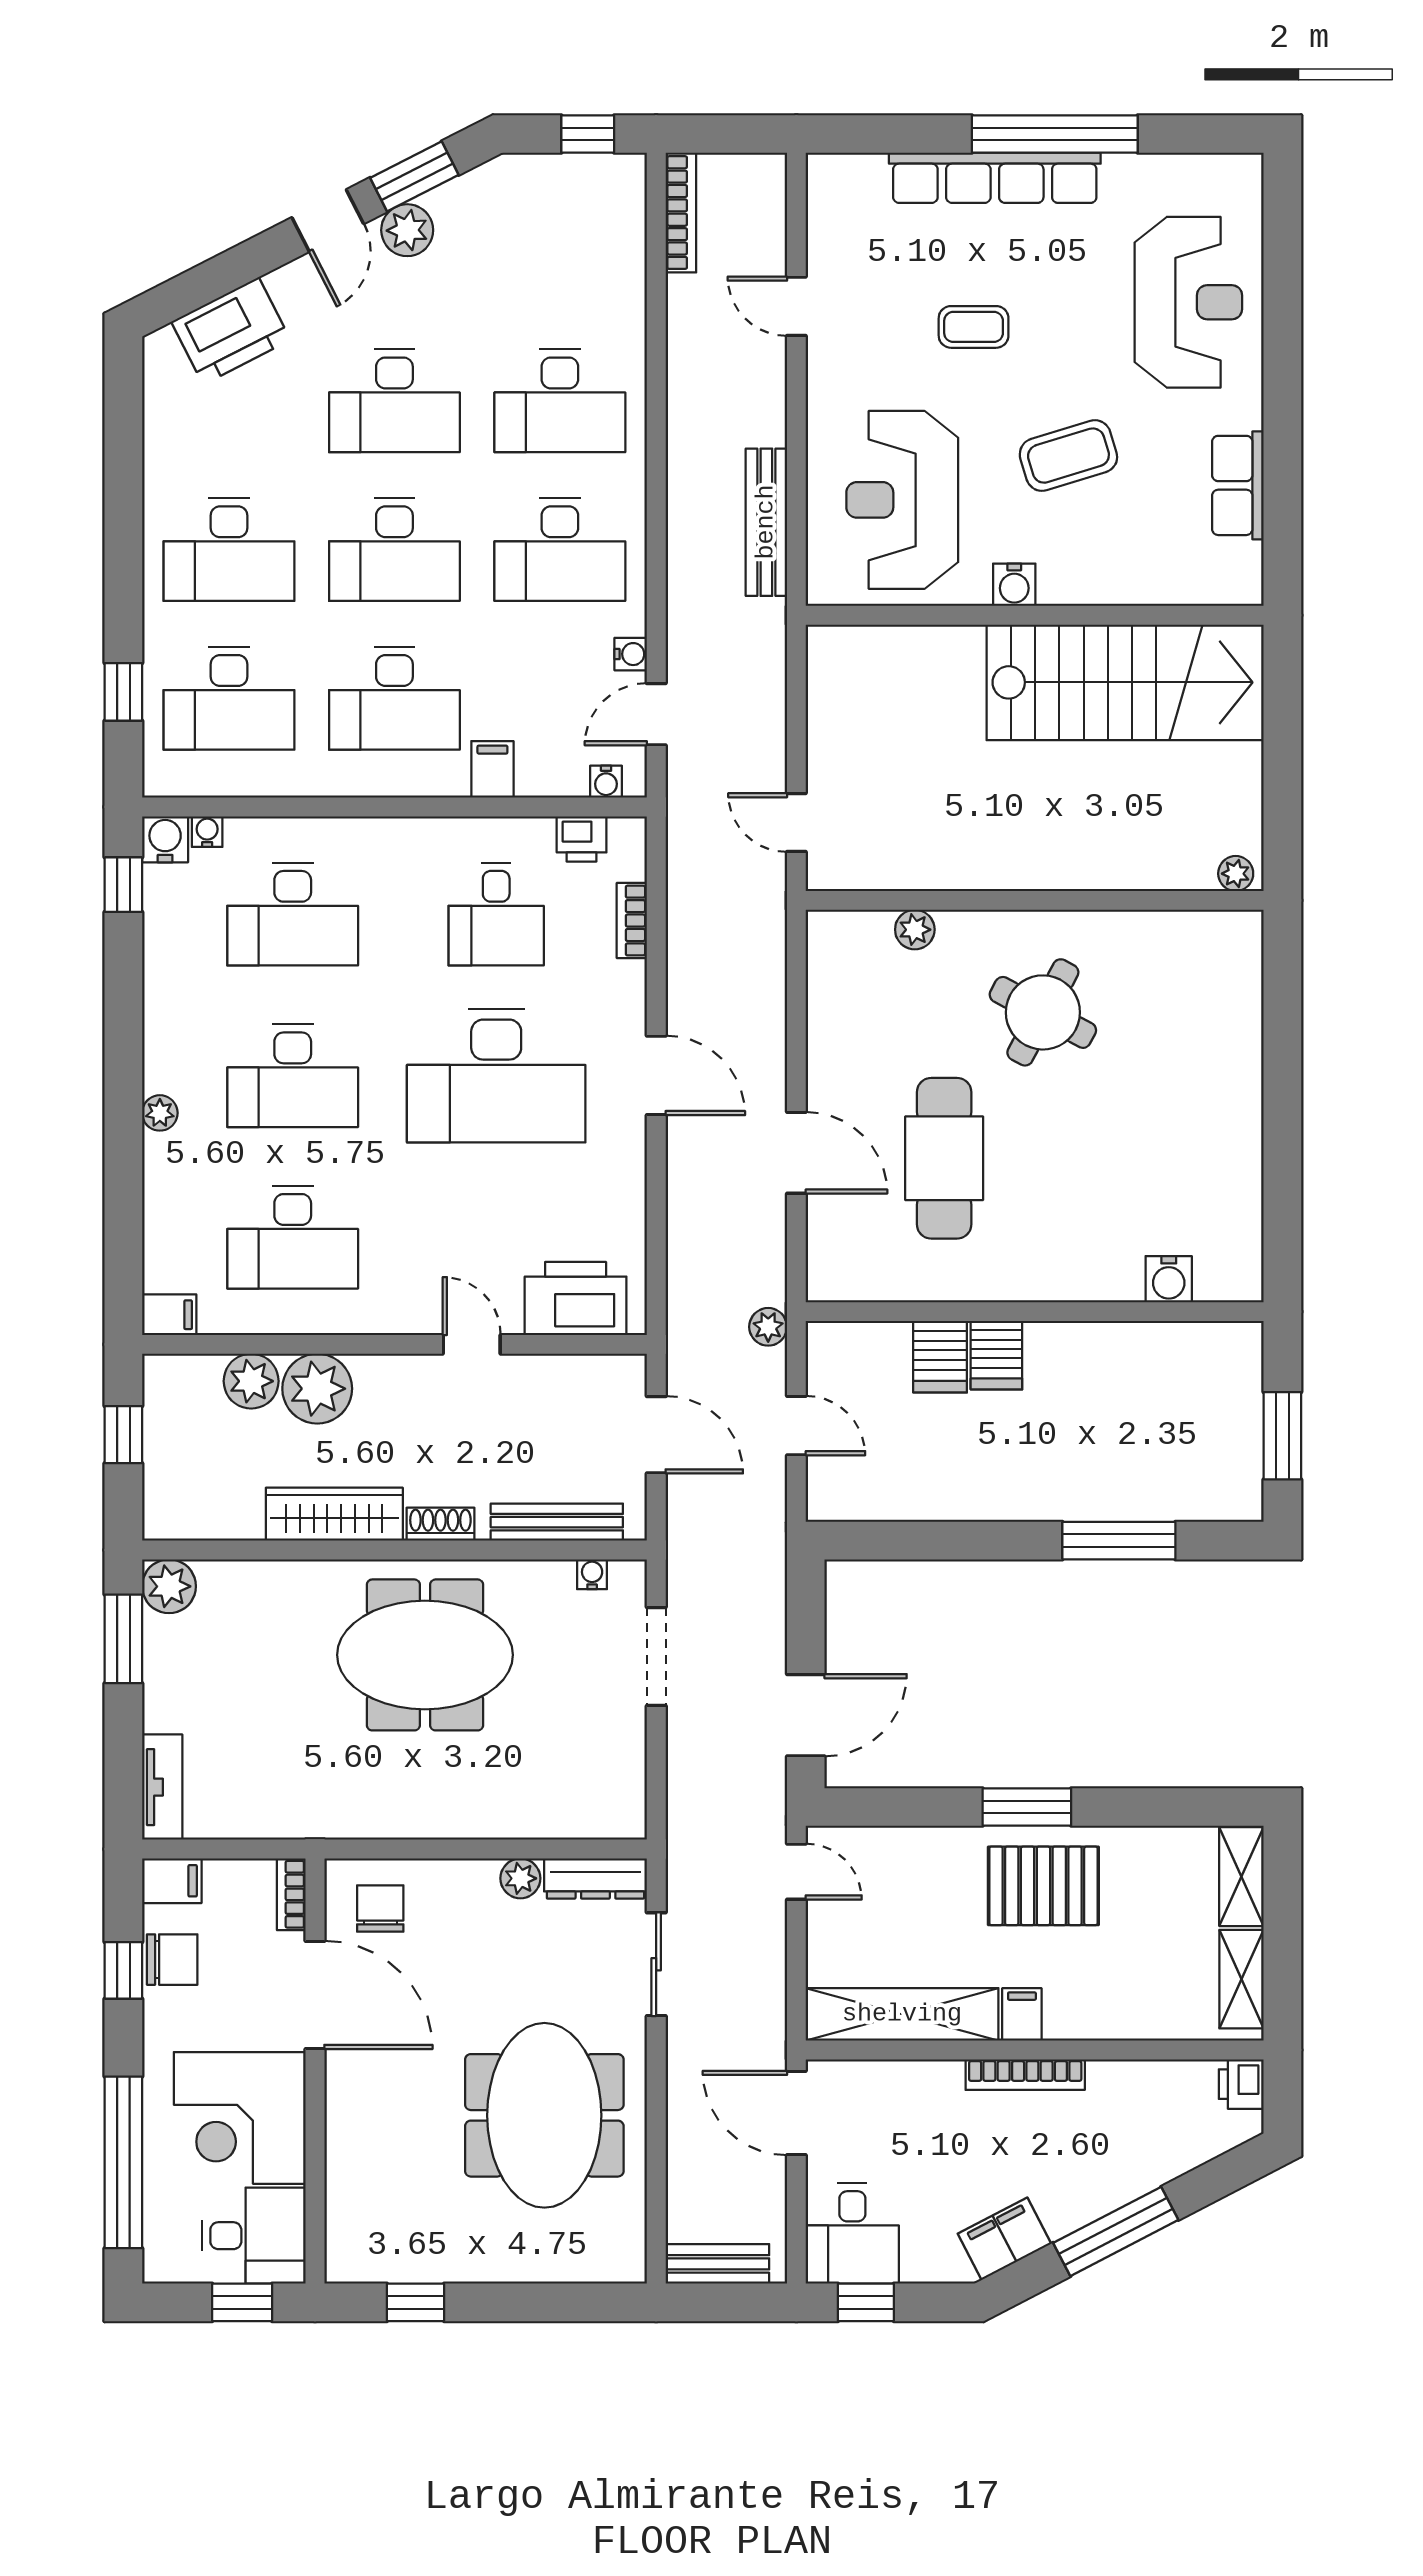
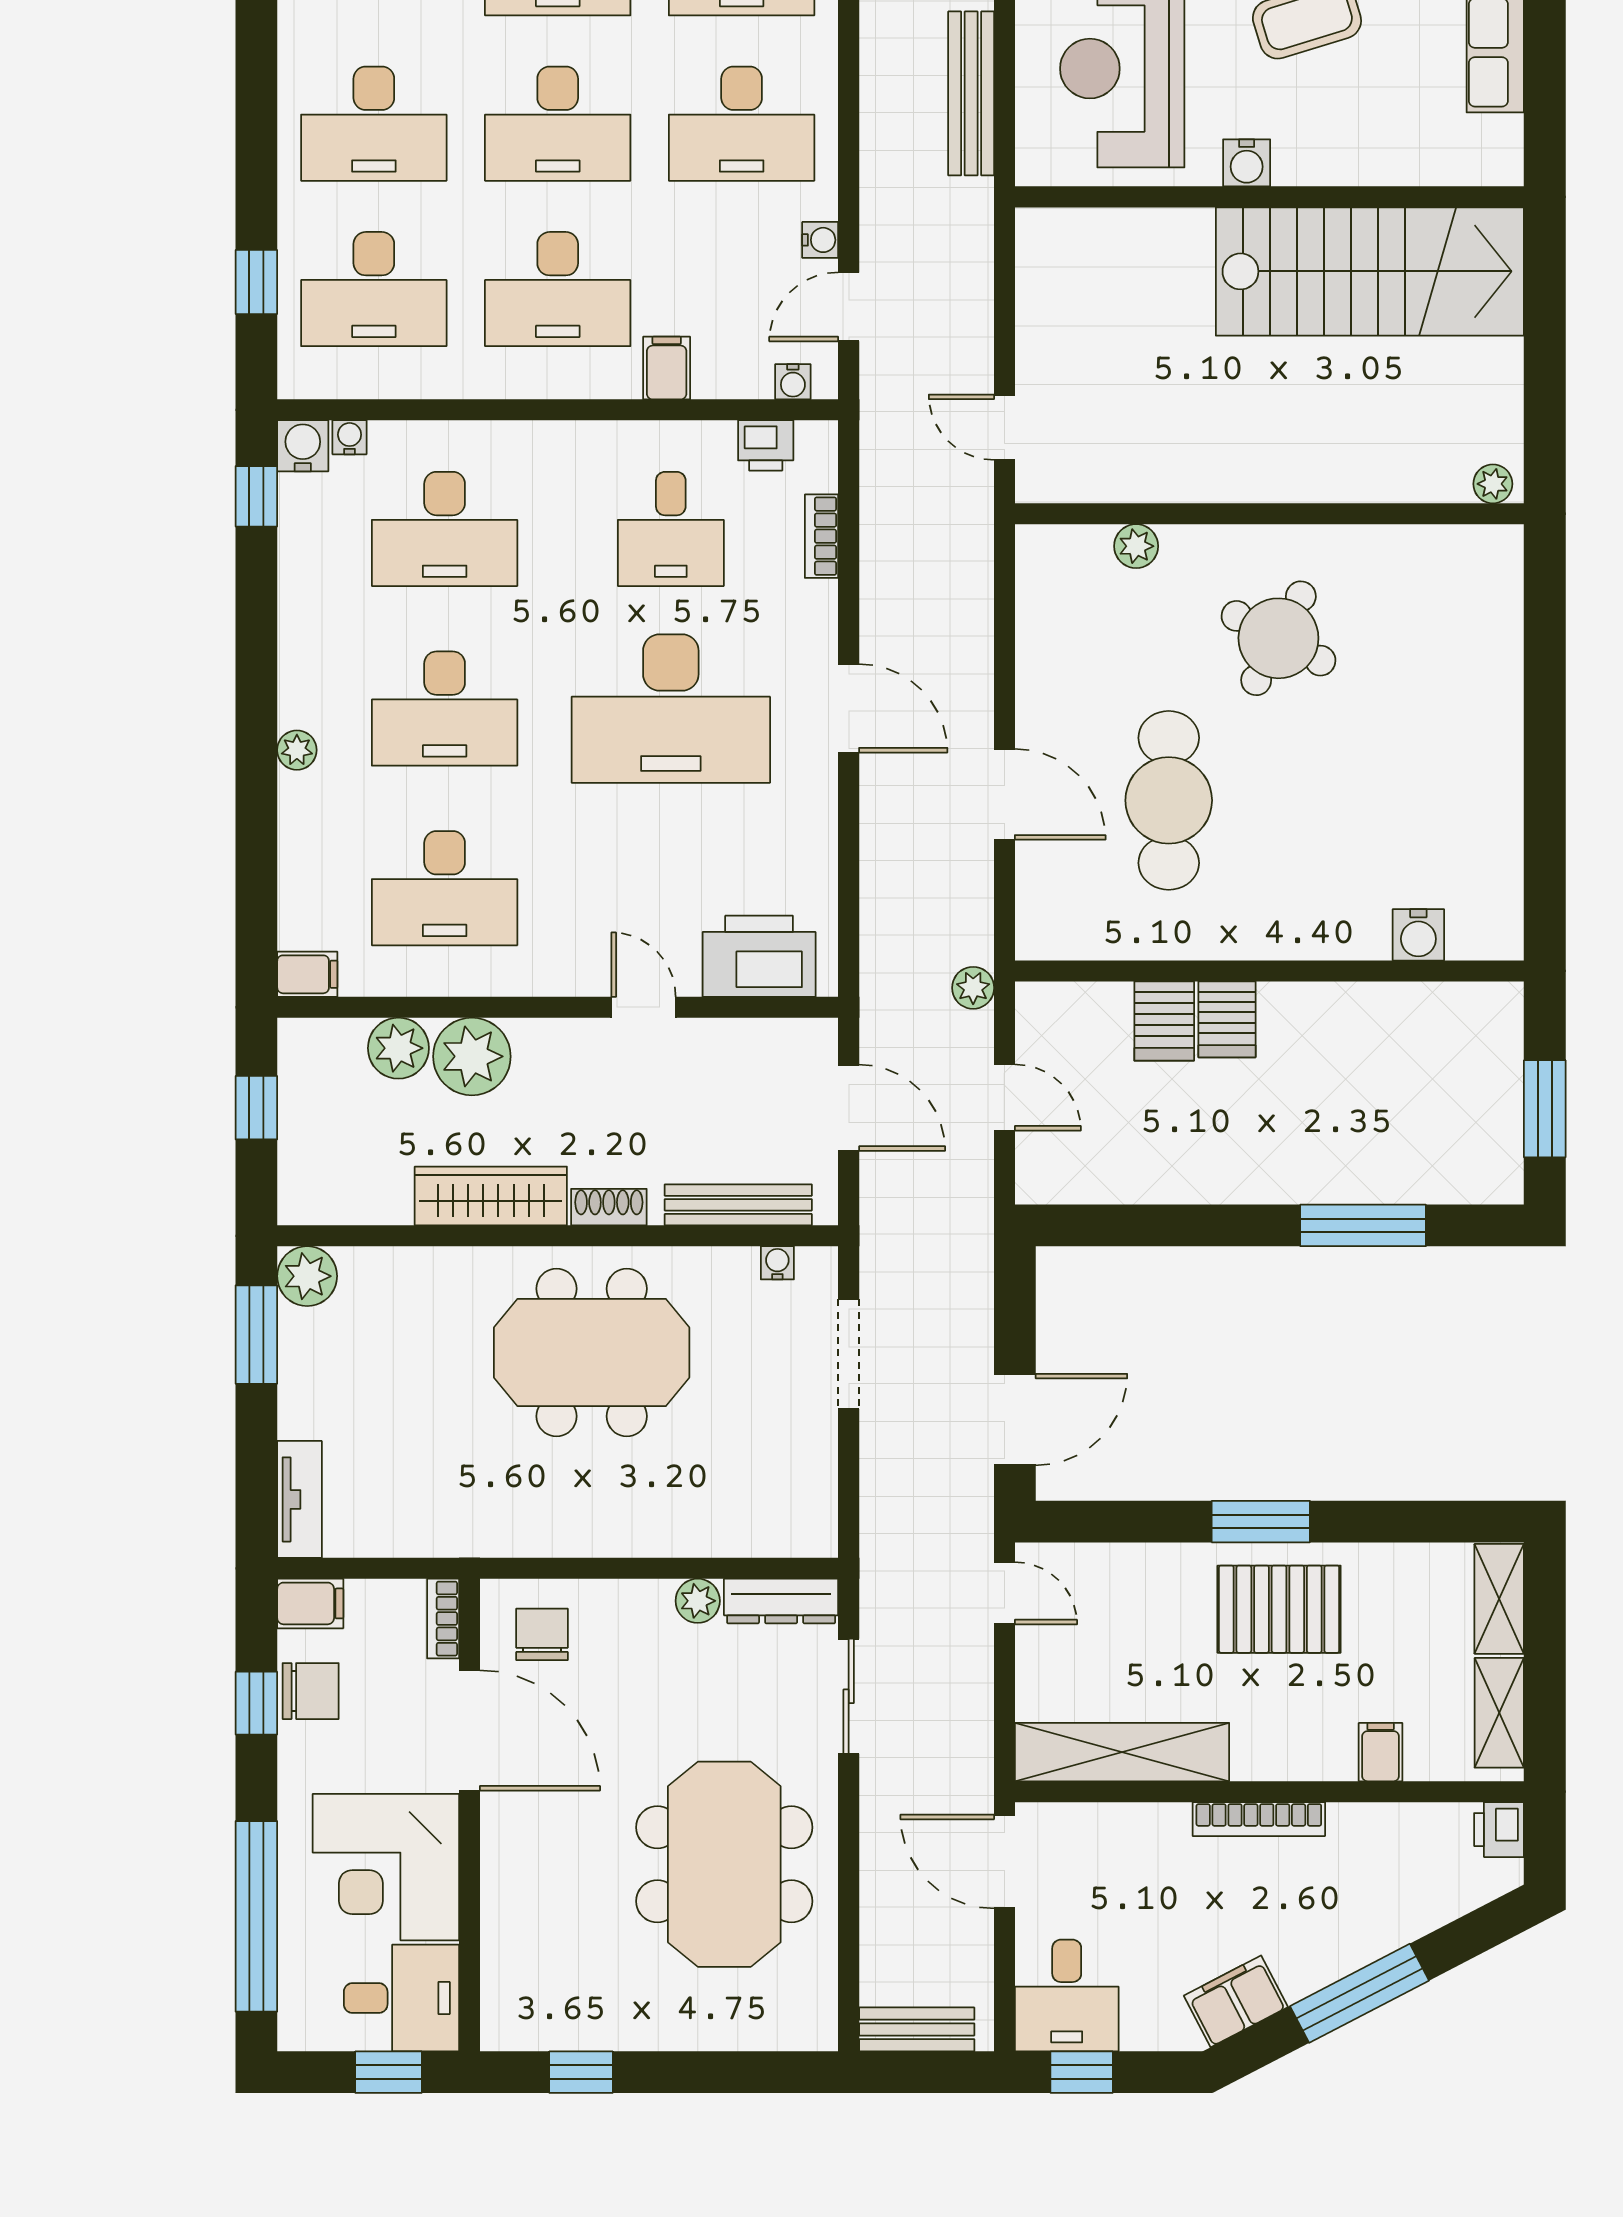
filing cabinet: (1022, 2014) -> (1381, 1752), moved

